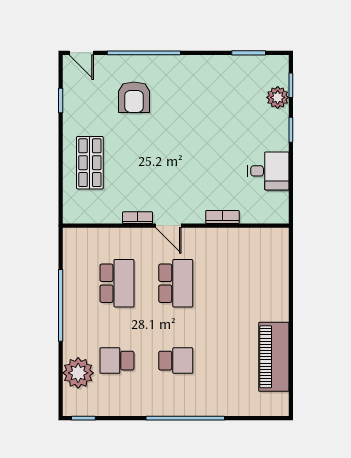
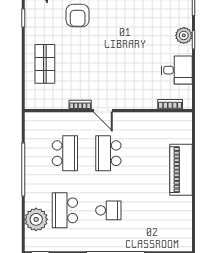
plant: (278, 97) -> (184, 35), moved
bookcase: (222, 217) -> (170, 104), moved
school desk: (176, 283) -> (108, 153), turned 180
piano: (274, 357) -> (181, 170), moved
school desk: (117, 361) -> (65, 210), width x1.85

